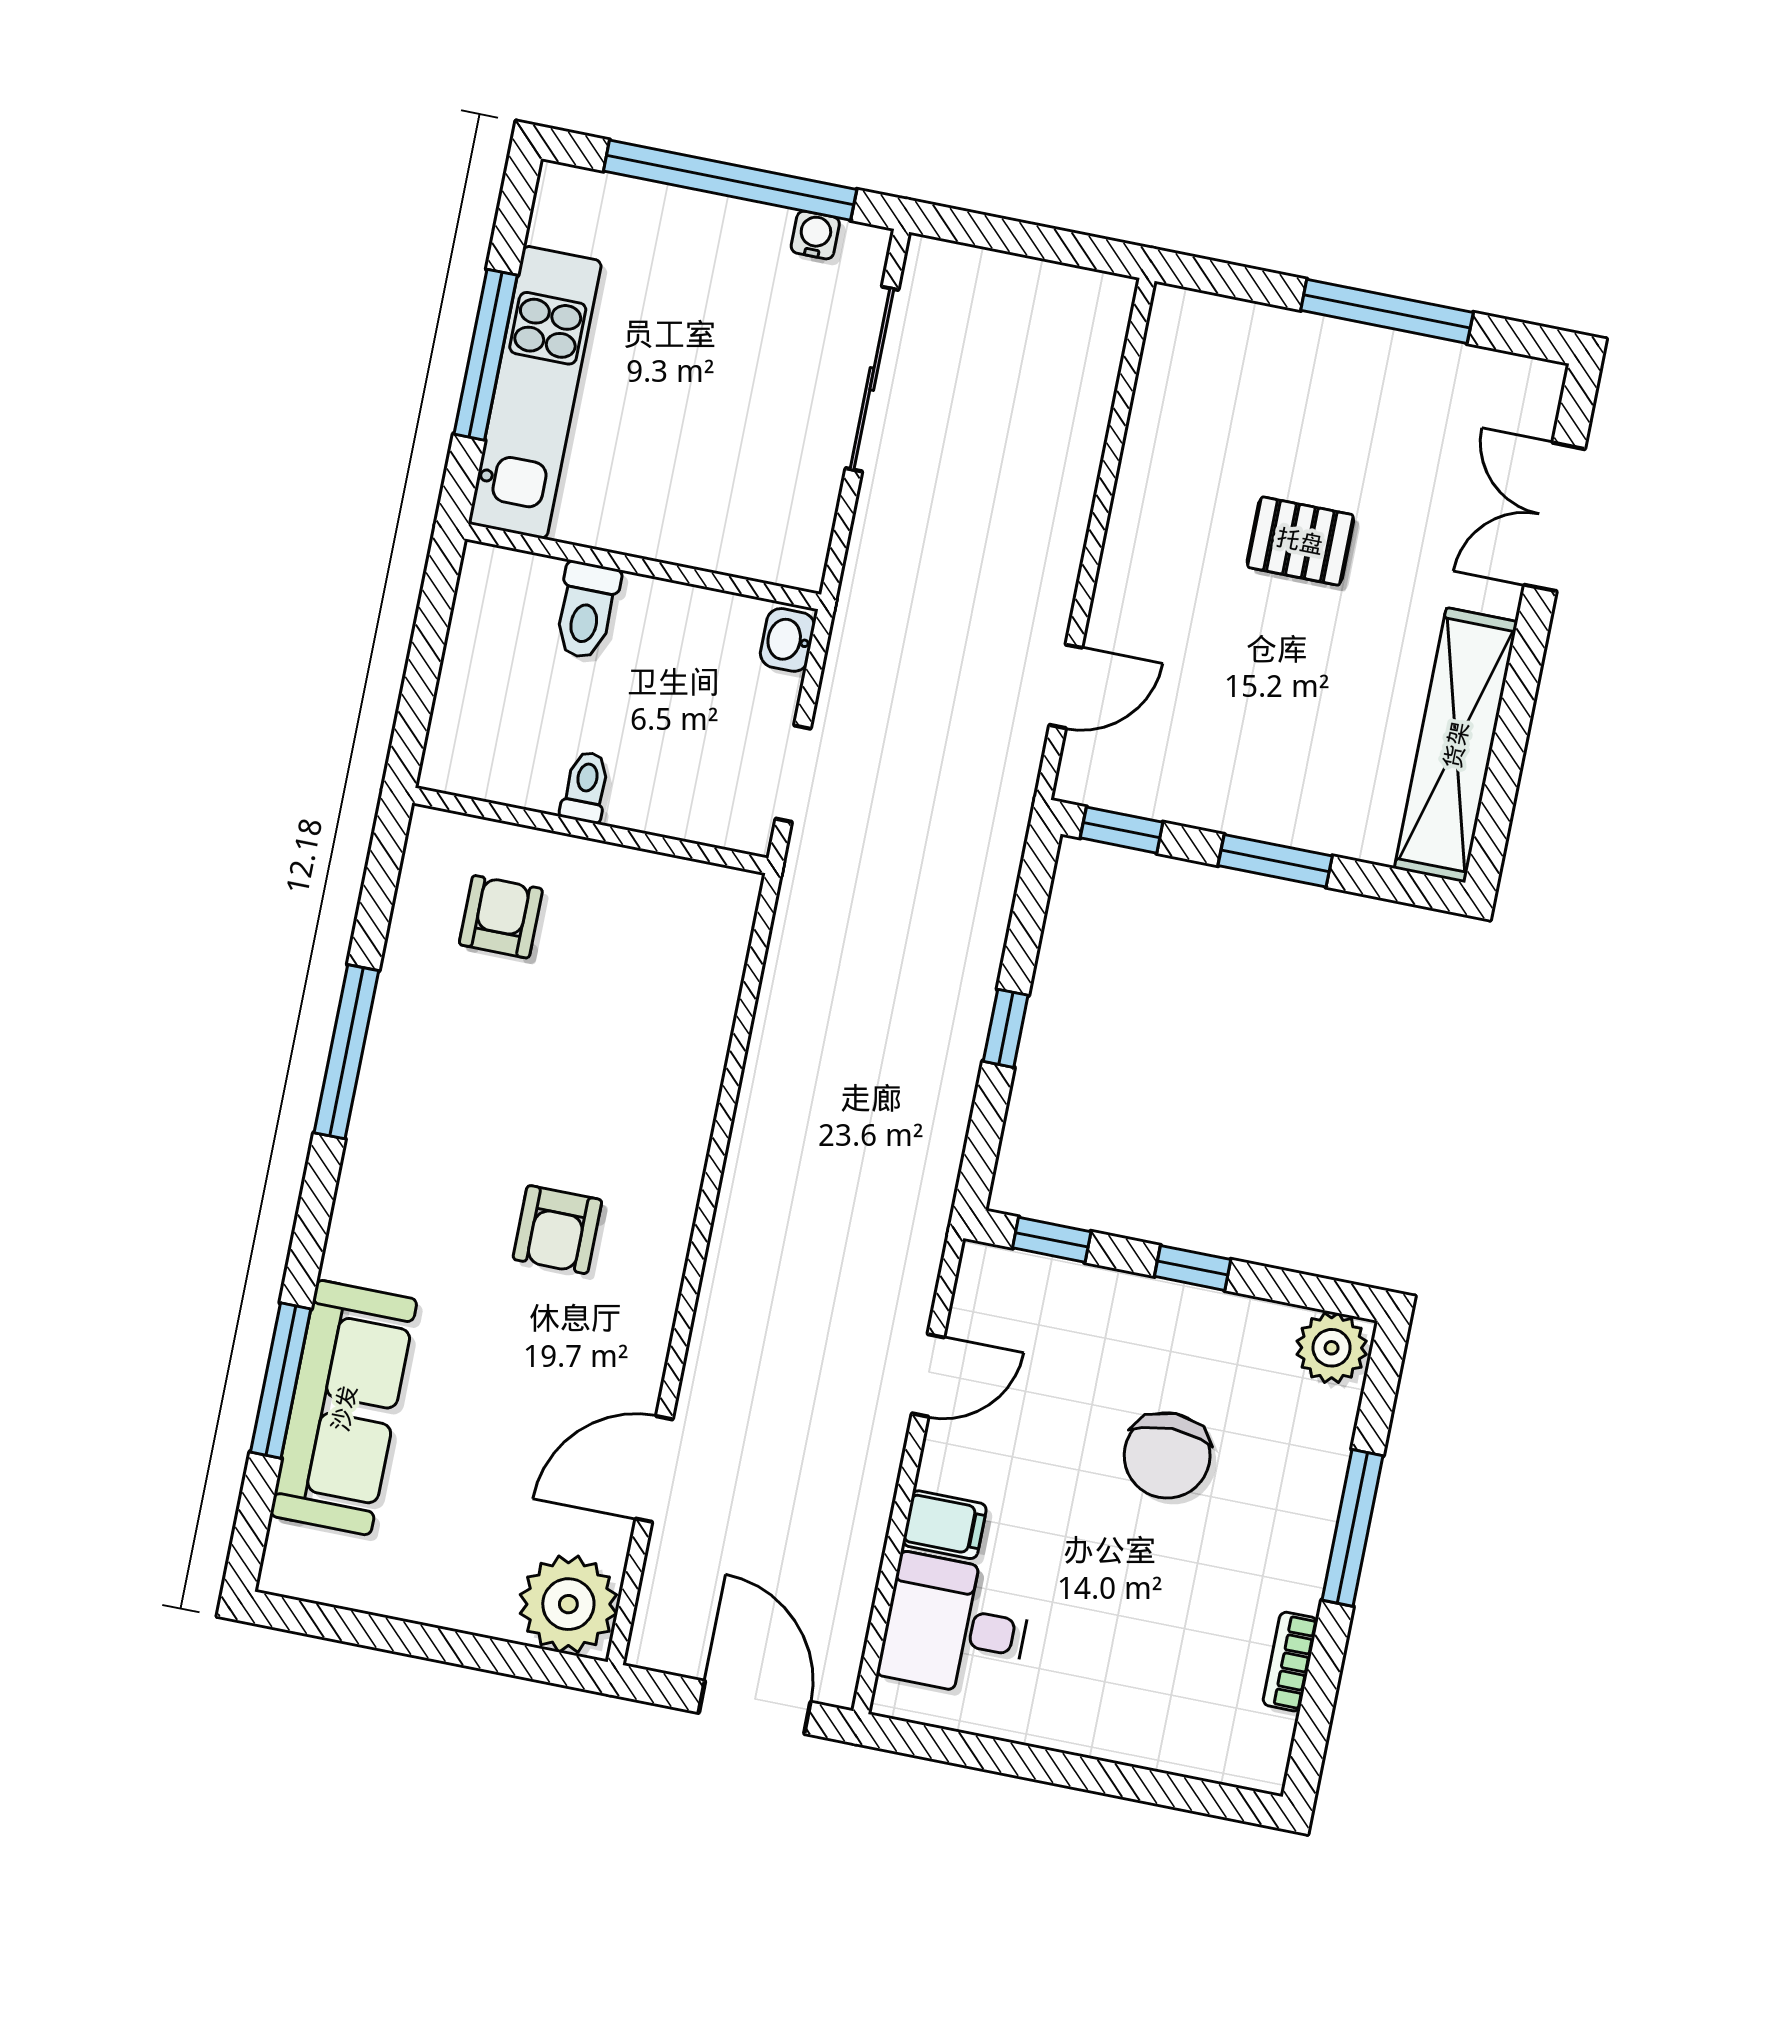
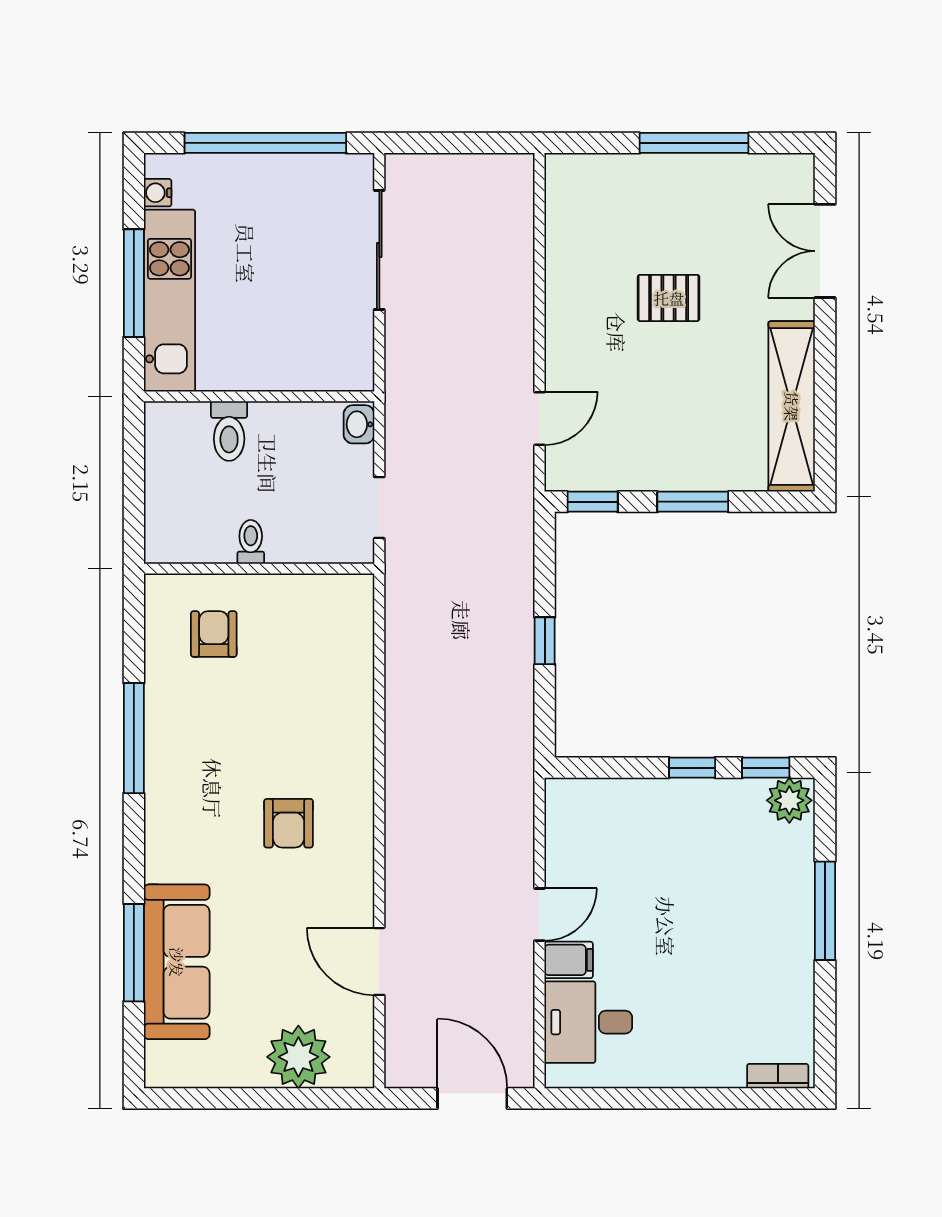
water cooler: (815, 235) -> (158, 193), moved, turned -90
window: (1052, 1240) -> (766, 768), moved
door: (928, 1375) -> (539, 915), moved
chair: (1167, 1455) -> (700, 889), removed
door: (654, 1469) -> (379, 961), hinge flipped
plant: (568, 1604) -> (298, 1057), moved
bookcase: (1290, 1662) -> (778, 1076), moved, turned 90

